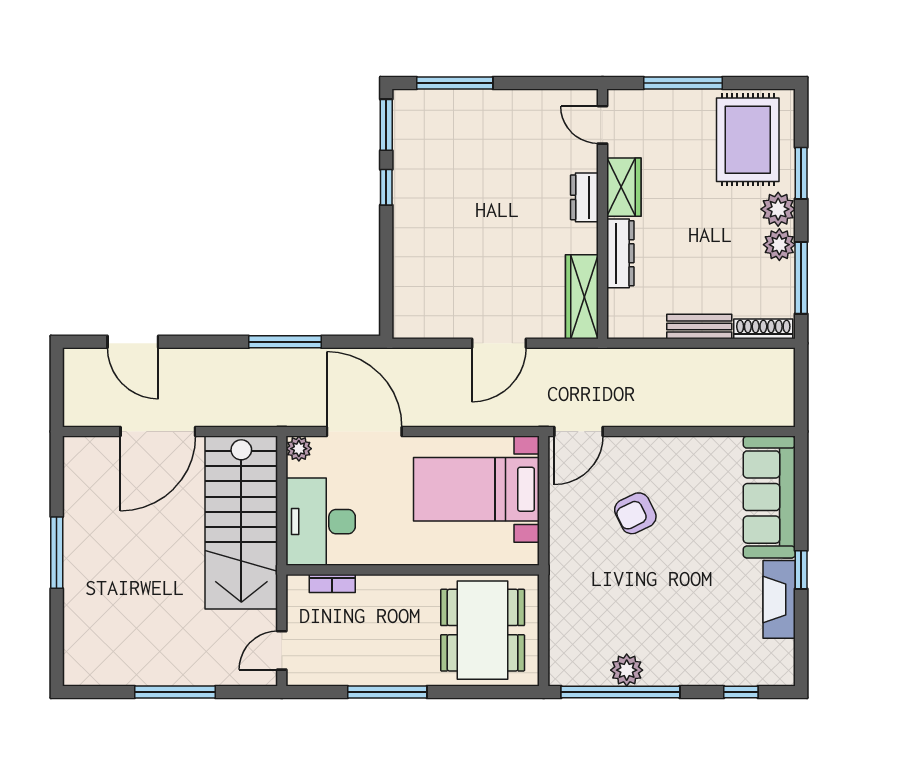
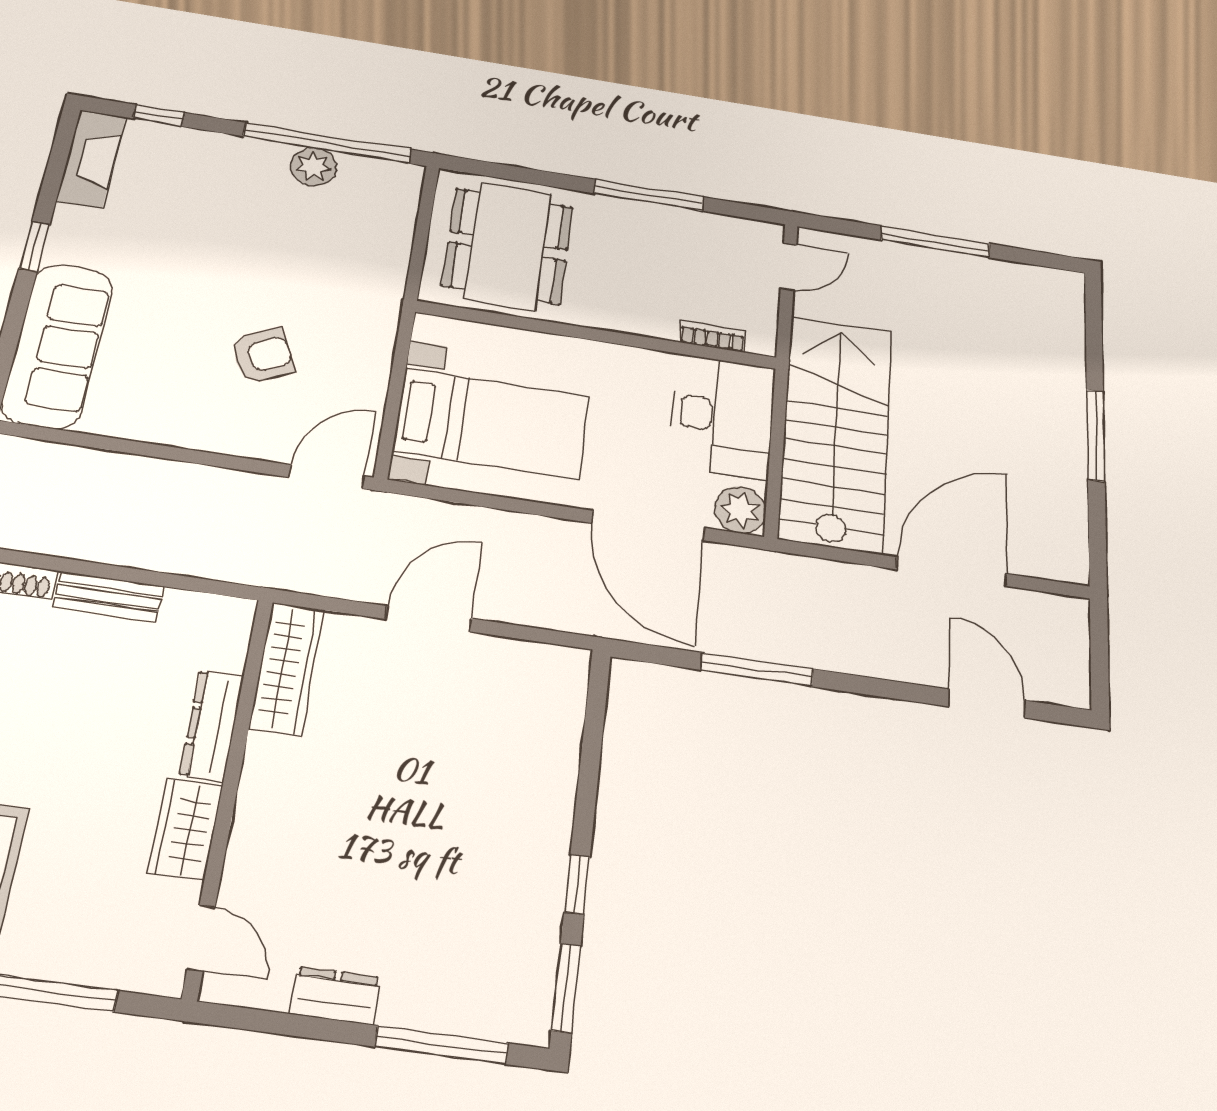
dresser: (584, 197) -> (335, 996), moved, turned -90
plant: (299, 449) -> (740, 510), width x1.38, depth x1.38
fireplace: (779, 599) -> (91, 159), moved

